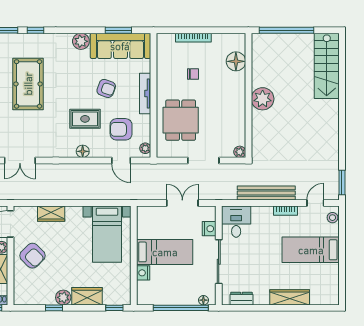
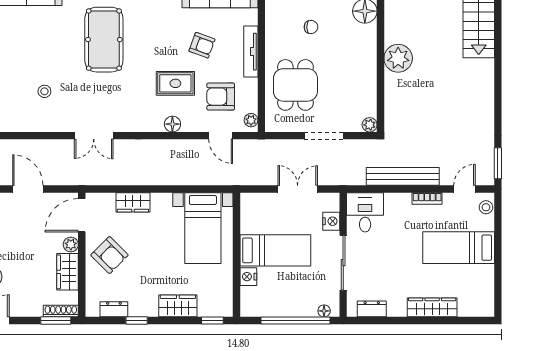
plant: (63, 297) -> (148, 308), removed
dresser: (36, 299) -> (114, 309), added

